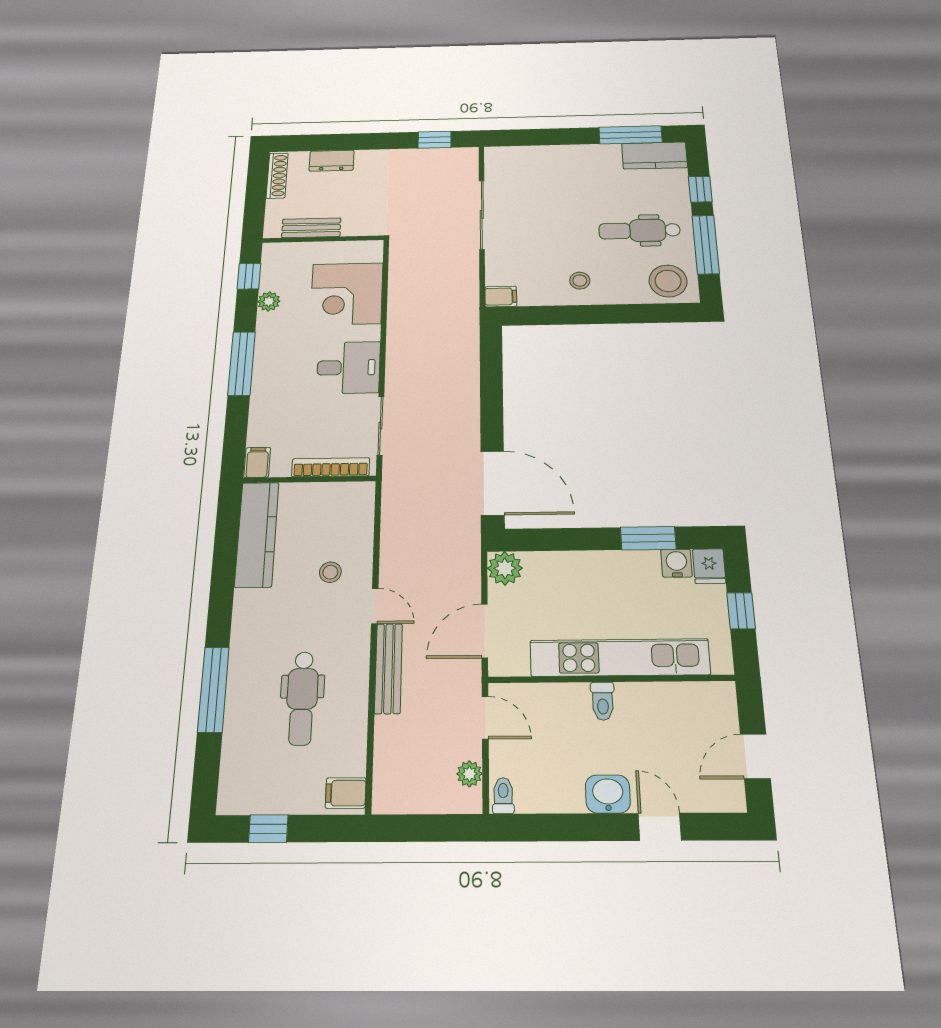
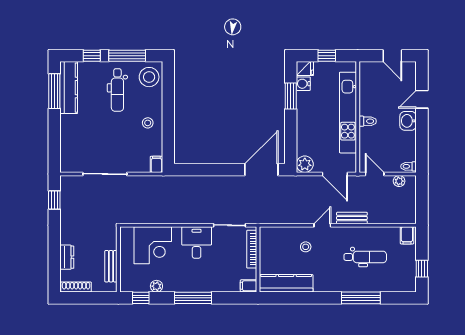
kitchen counter: (655, 155) -> (69, 88), width x1.50
bench: (389, 668) -> (352, 218), width x0.73
door: (485, 718) -> (375, 174), hinge flipped

